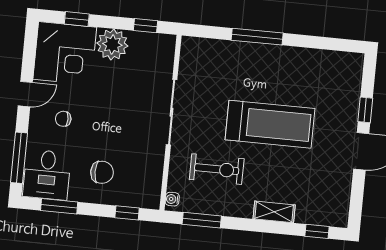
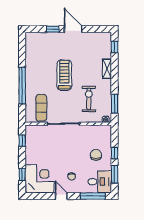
window: (257, 37) -> (22, 86), width x1.46
plant: (112, 44) -> (33, 156), removed
exercise mat: (208, 71) -> (41, 108), added
treadmill: (270, 124) -> (64, 75), width x0.73, depth x0.73
window: (127, 213) -> (115, 153), moved

